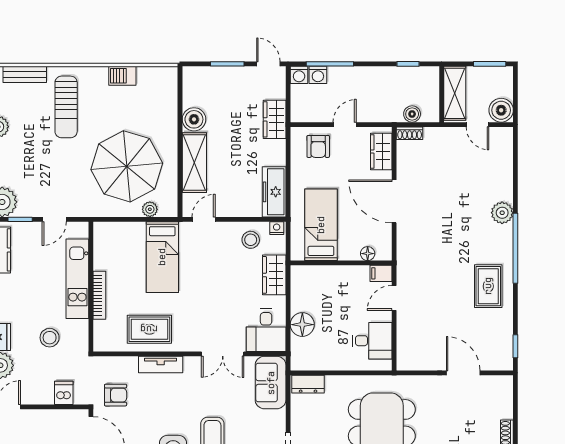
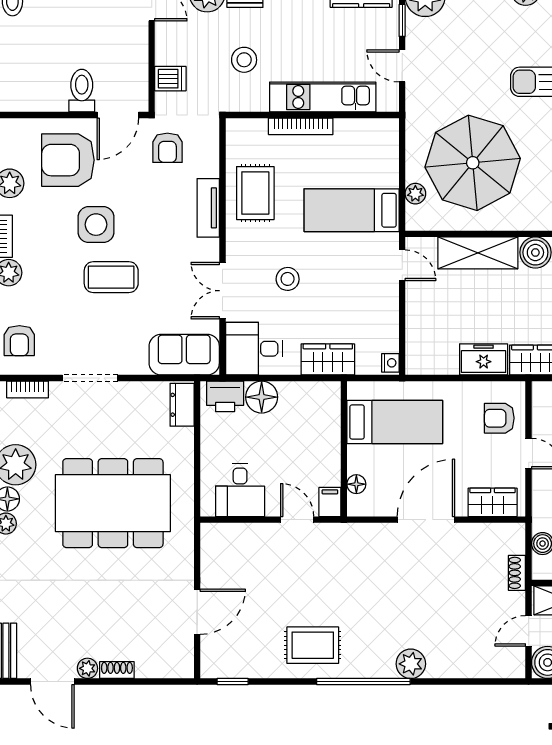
shoe rack: (410, 133) -> (517, 573), moved
freezer: (274, 192) -> (484, 359), moved, width x0.71
stool: (251, 240) -> (288, 279), moved
printer: (302, 352) -> (225, 396), added

